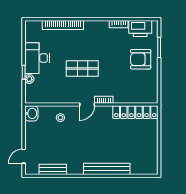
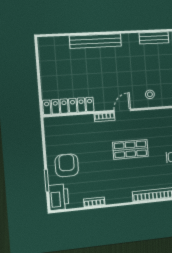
printer: (140, 29) -> (59, 197), moved, turned 90
armchair: (141, 59) -> (67, 165), turned -90

